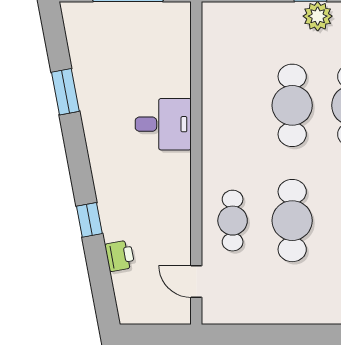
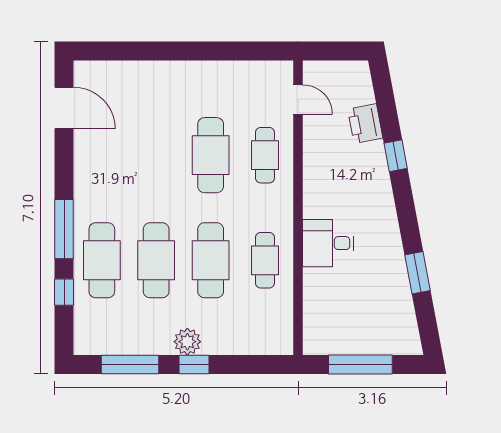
cafe table: (233, 105) -> (265, 260), added
printer: (120, 256) -> (365, 124), width x1.36, depth x1.24

